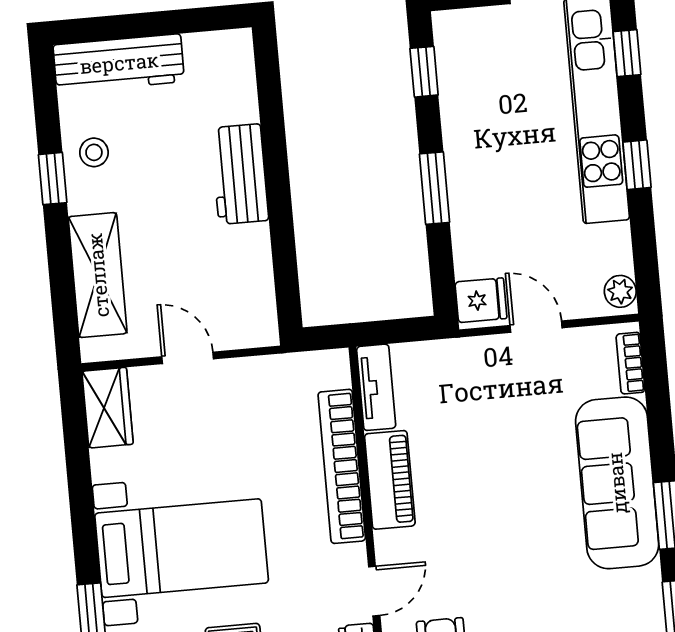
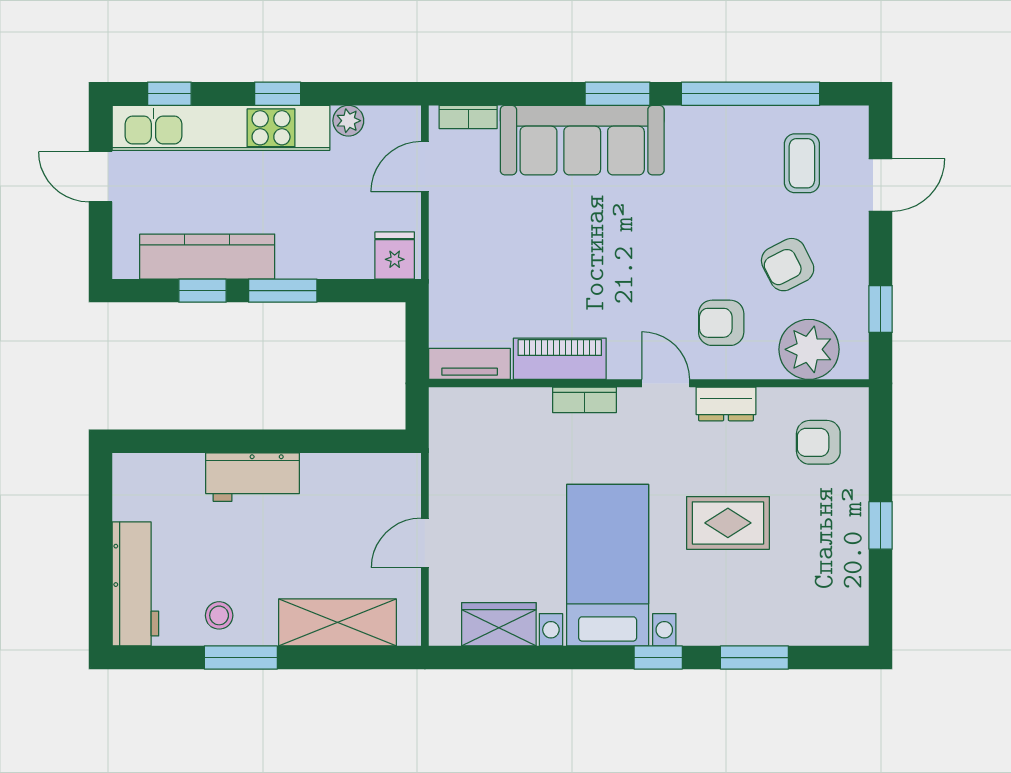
window: (424, 72) -> (202, 291), moved
kitchen counter: (463, 107) -> (207, 257), added
window: (53, 179) -> (241, 658), width x1.50
plant: (620, 291) -> (348, 121), moved
door: (536, 327) -> (425, 166), moved
wardrobe: (108, 408) -> (499, 624), moved
bookcase: (342, 466) -> (584, 400), width x0.43, depth x0.76

